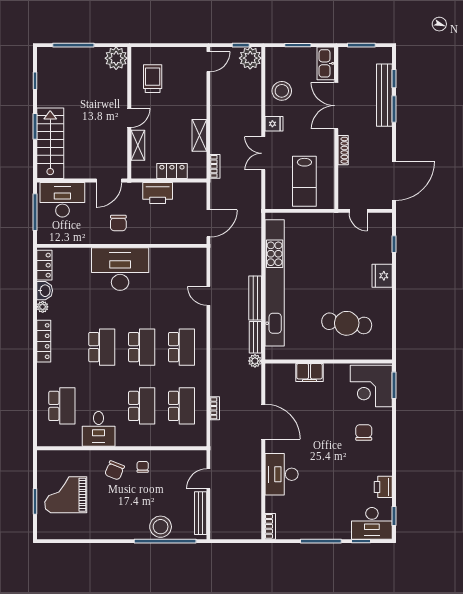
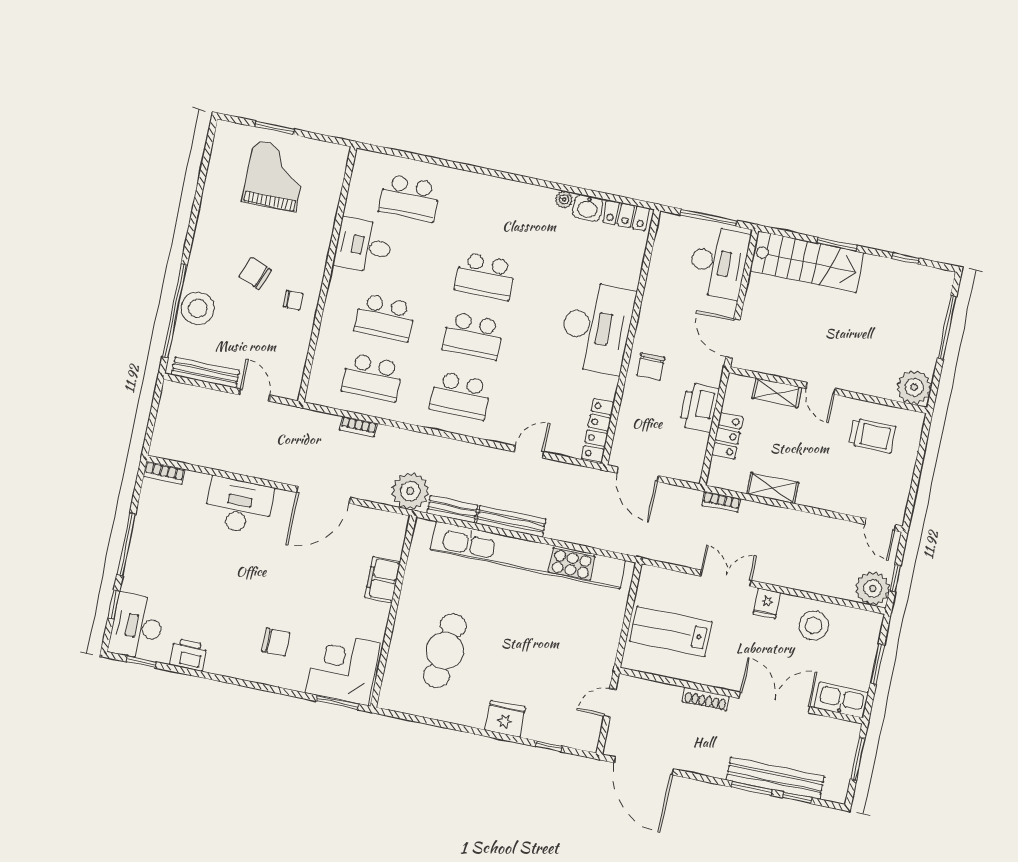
chair: (118, 223) -> (651, 366), moved, turned -90
locker: (44, 341) -> (598, 430), moved, turned 90
plant: (255, 361) -> (410, 491), width x1.88, depth x1.88
chair: (115, 470) -> (255, 274), moved

